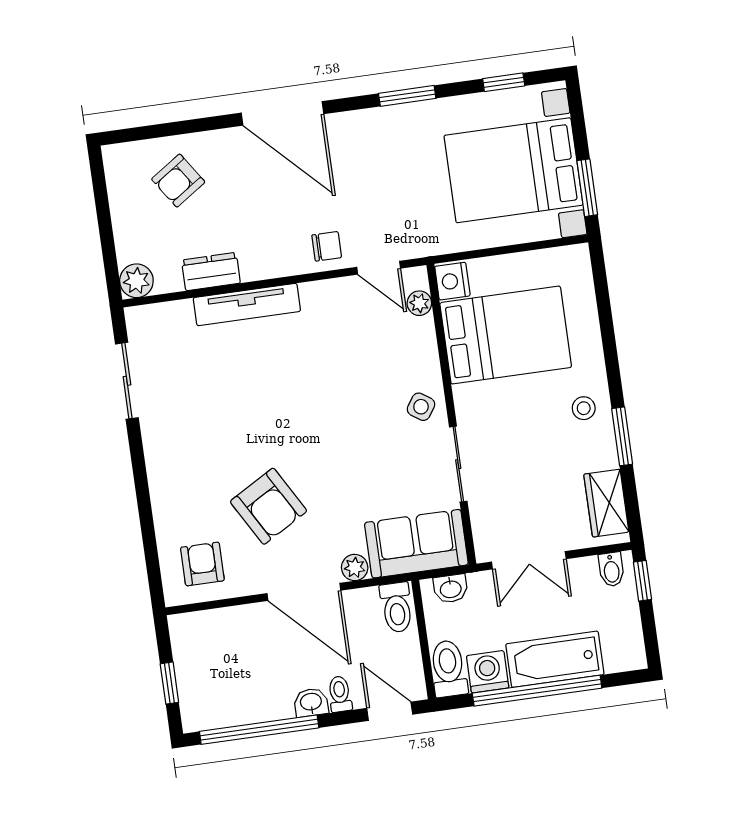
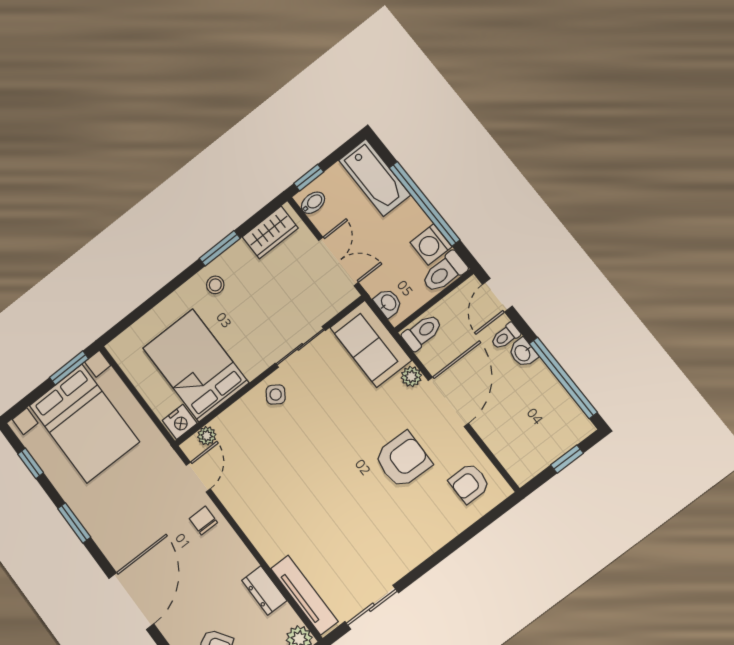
tv unit: (247, 304) -> (304, 595), moved
armchair: (268, 506) -> (403, 460), turned 31
bathtub: (555, 659) -> (375, 178), moved

